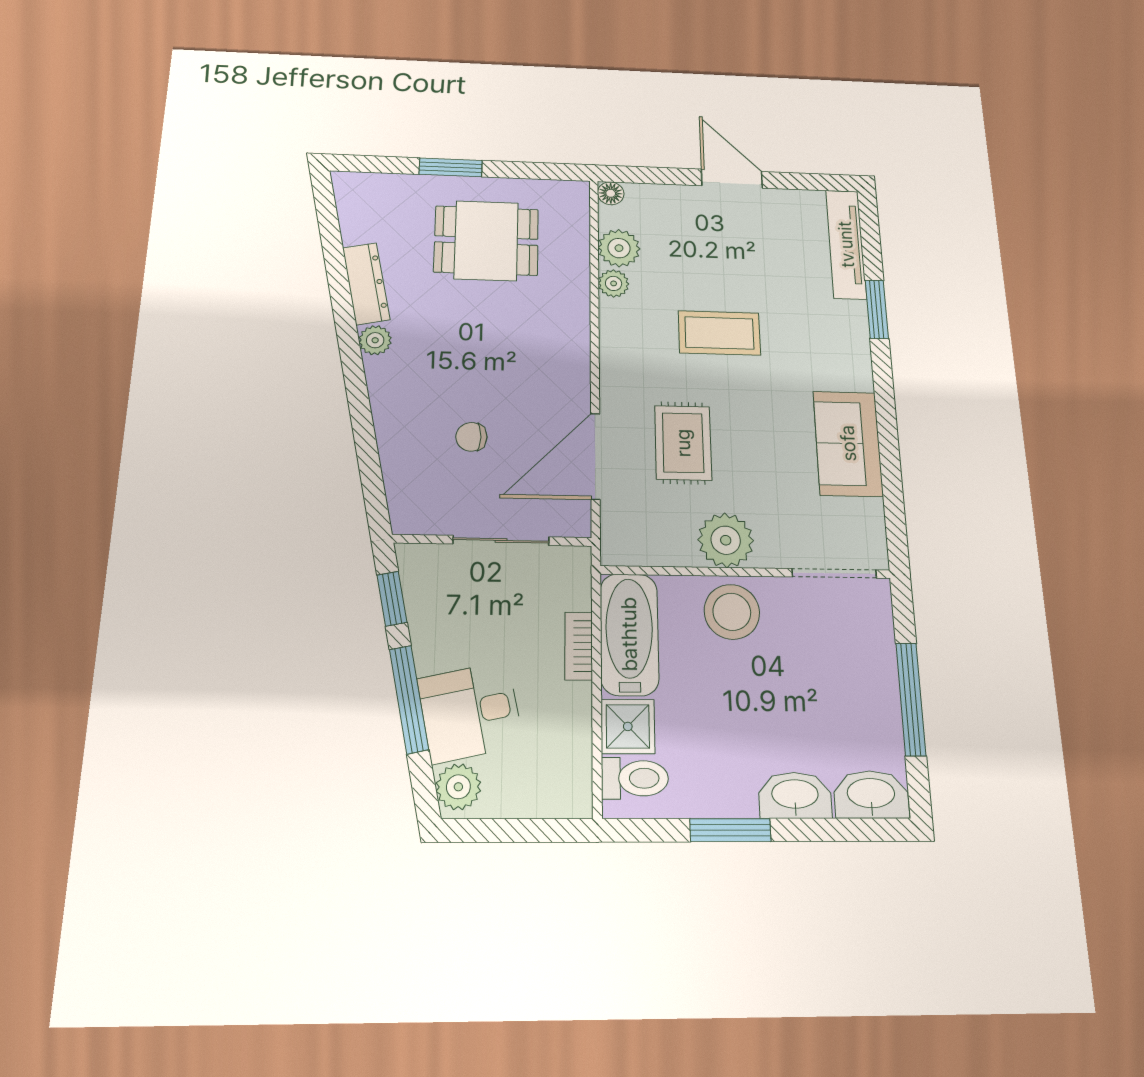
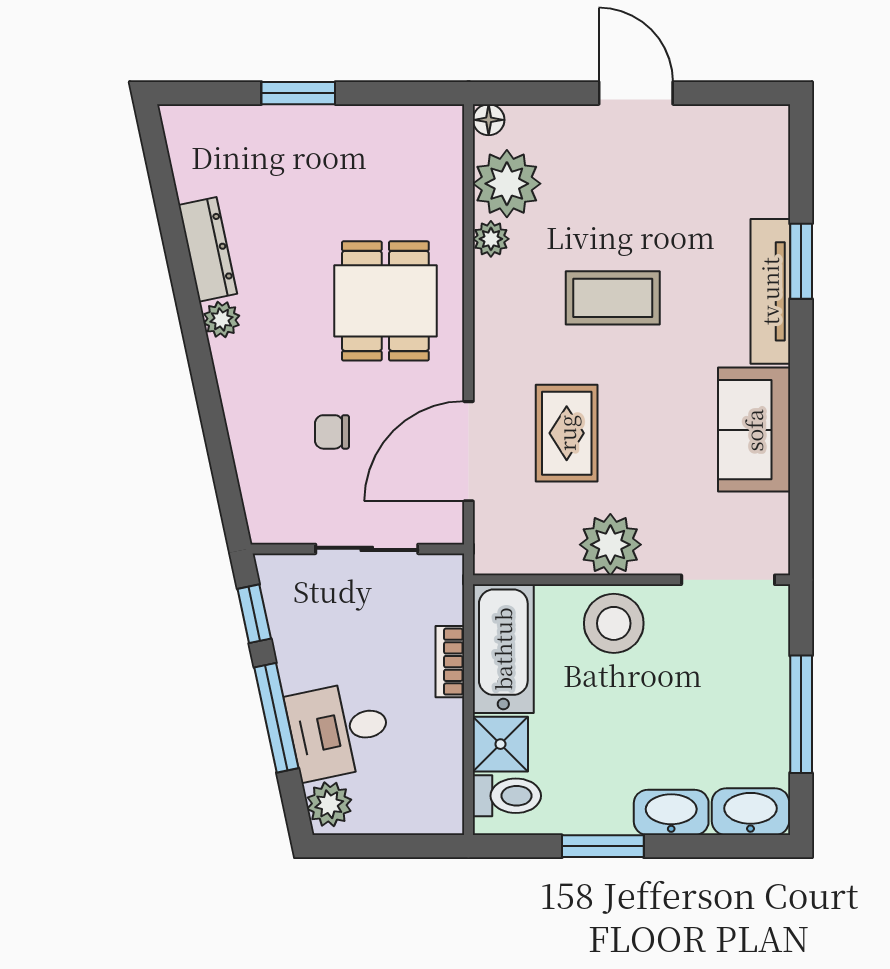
dining table: (486, 241) -> (385, 301), moved, turned 90
tv unit: (846, 244) -> (770, 291), moved
plant: (619, 248) -> (507, 184), width x1.36, depth x1.36

